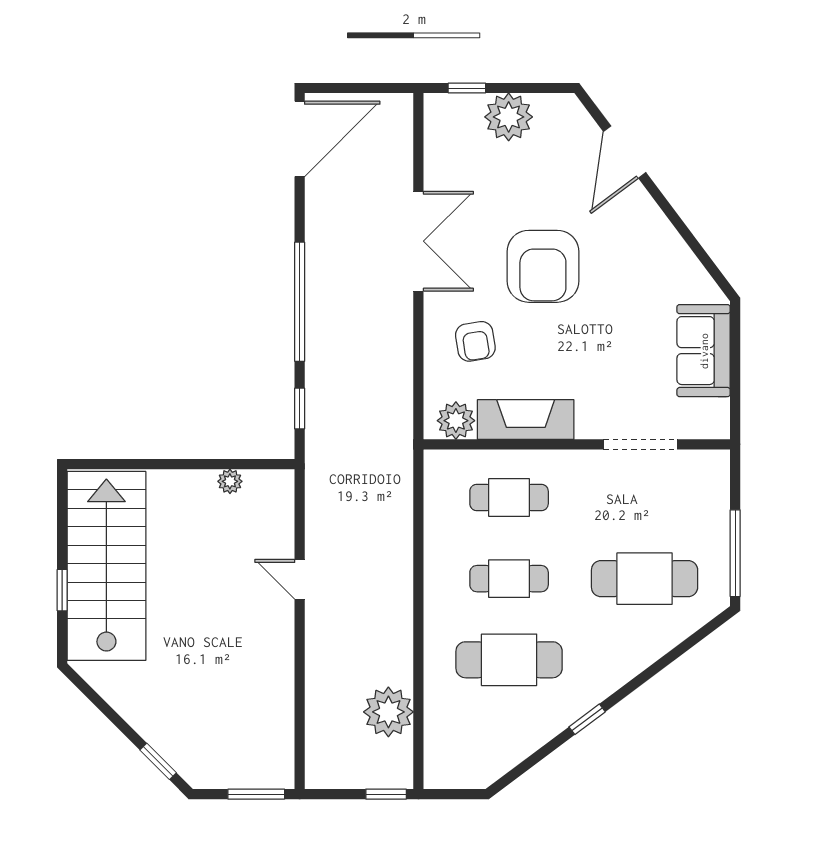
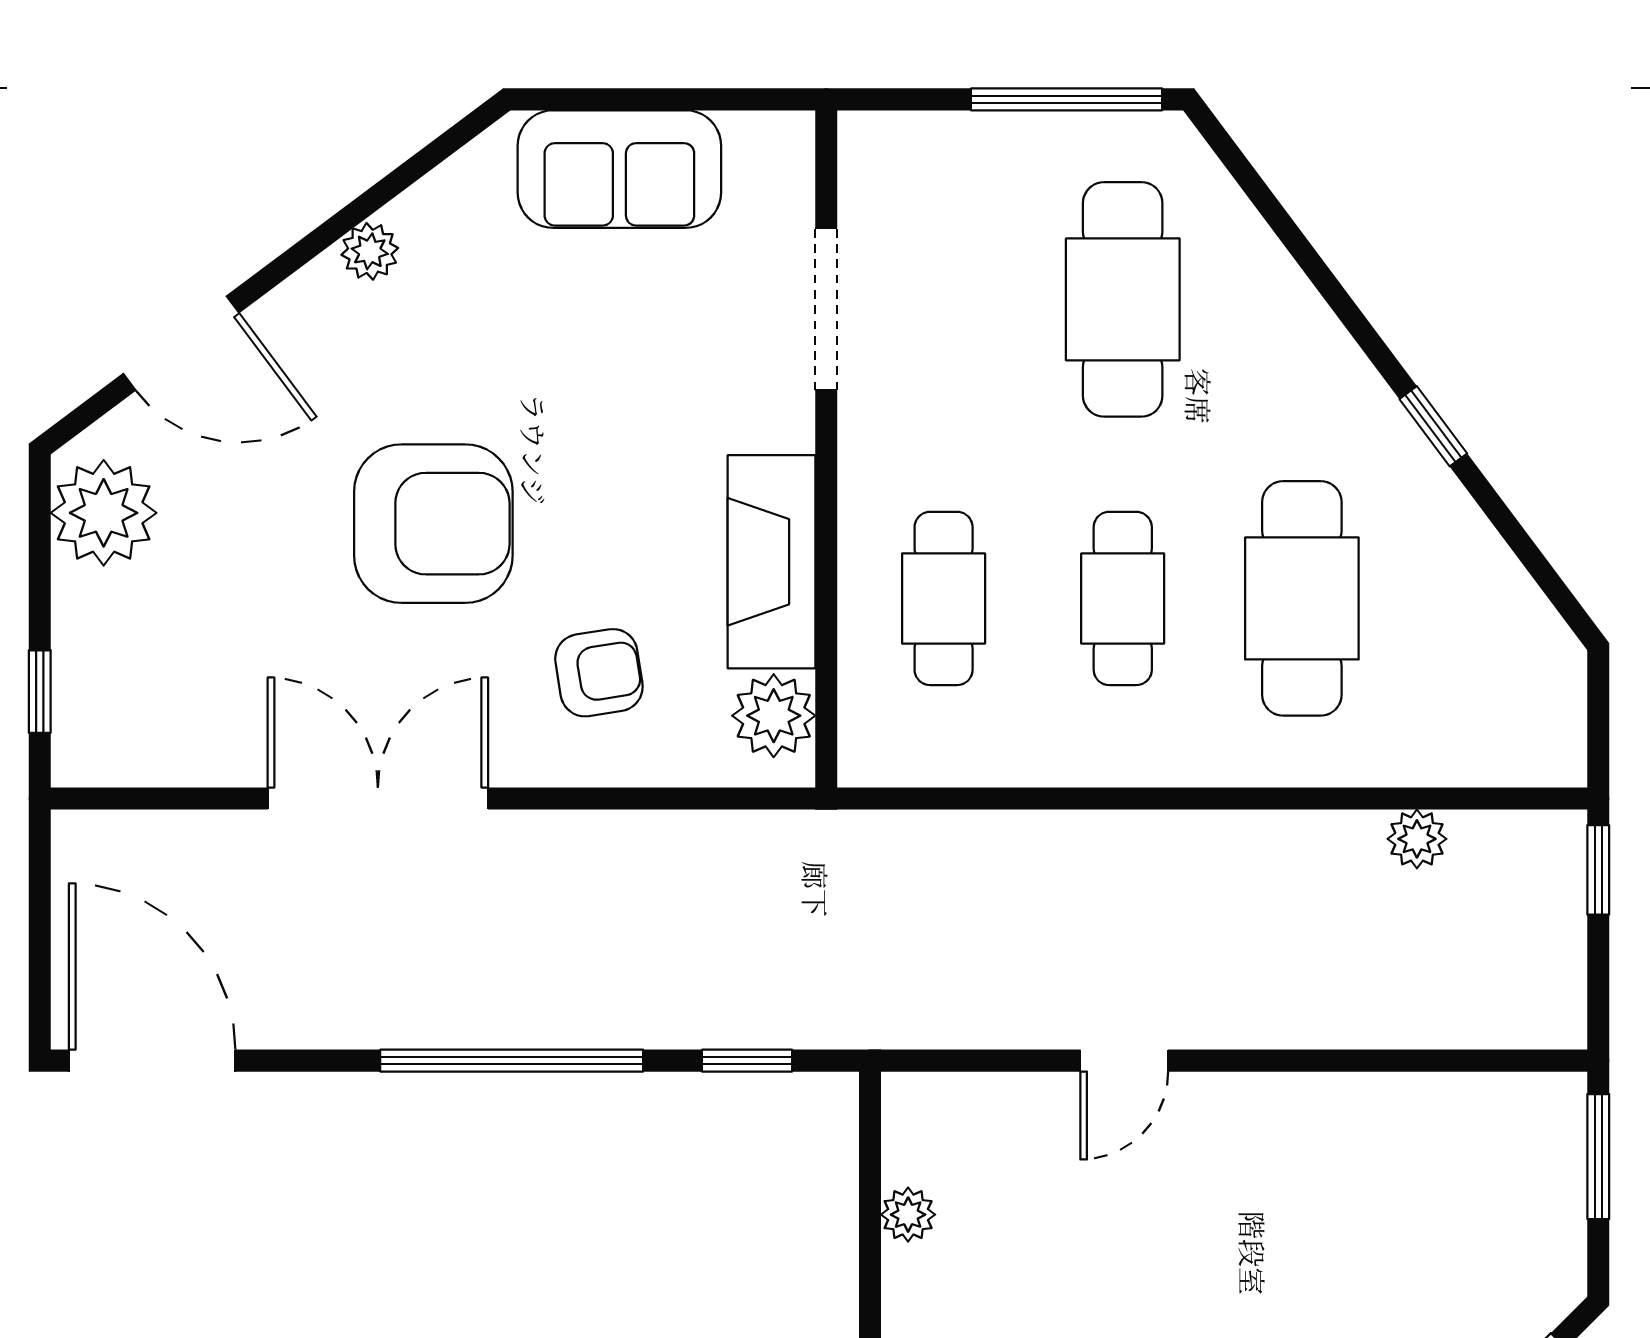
plant: (509, 117) -> (104, 513), moved
plant: (666, 238) -> (370, 251), added
plant: (388, 712) -> (1417, 839), width x0.53, depth x0.53

